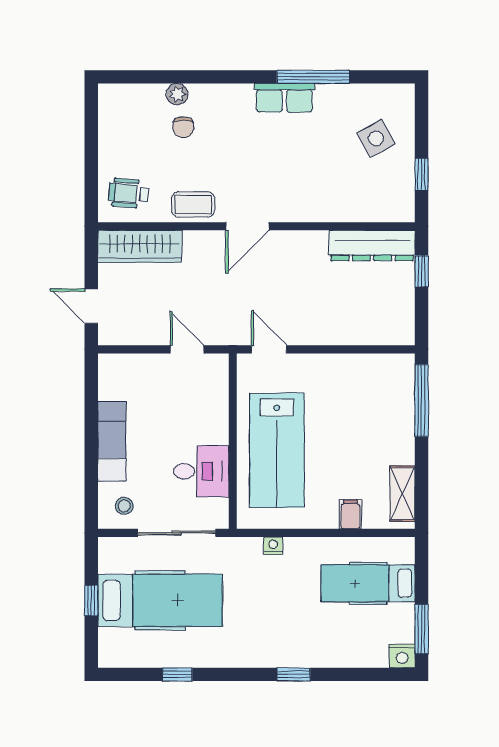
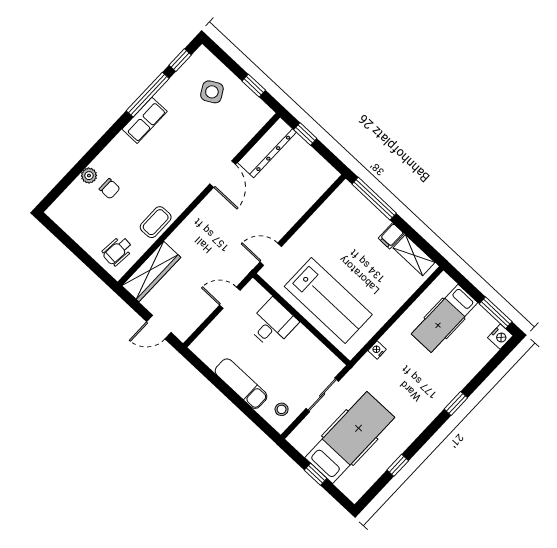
window: (378, 77) -> (180, 60), added
door: (247, 226) -> (223, 174), moved
desk: (201, 471) -> (272, 324), moved
filing cabinet: (350, 514) -> (391, 236), moved, turned -90
sliding door: (177, 533) -> (322, 395), width x0.73

